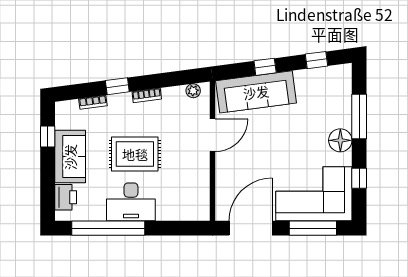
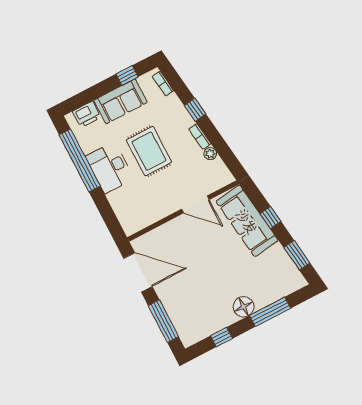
window: (317, 60) -> (297, 255), width x1.50
plant: (193, 91) -> (210, 154), moved
bookcase: (93, 102) -> (163, 84), moved
corner sofa: (314, 194) -> (191, 308), removed

